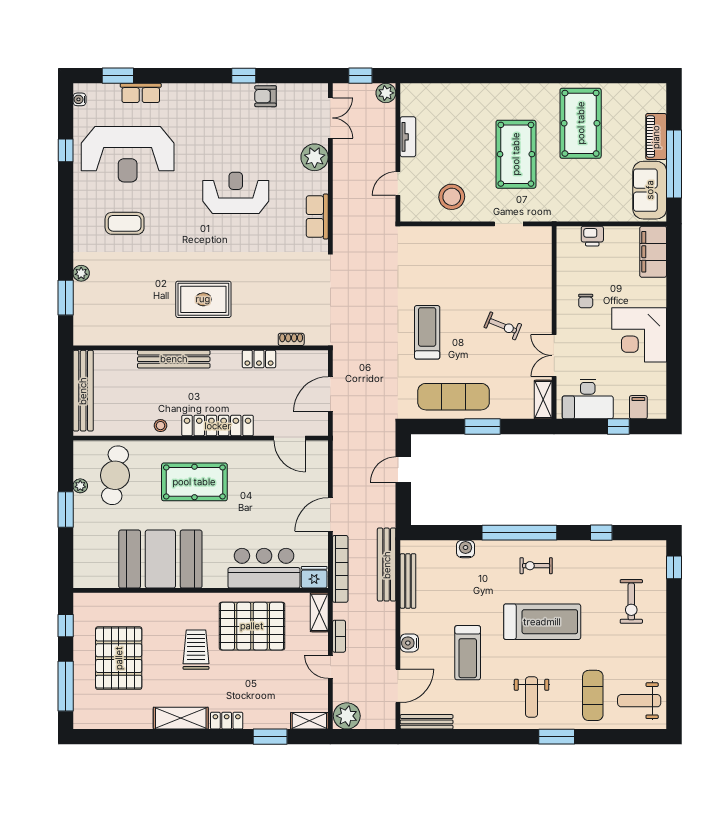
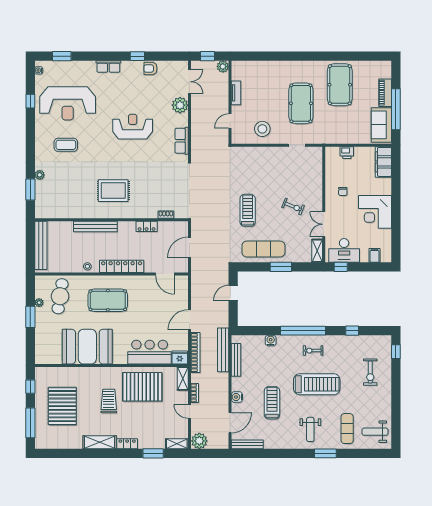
row of seats: (141, 93) -> (108, 67), moved
window: (618, 427) -> (341, 267), moved
treadmill: (468, 653) -> (272, 403), turned 180

